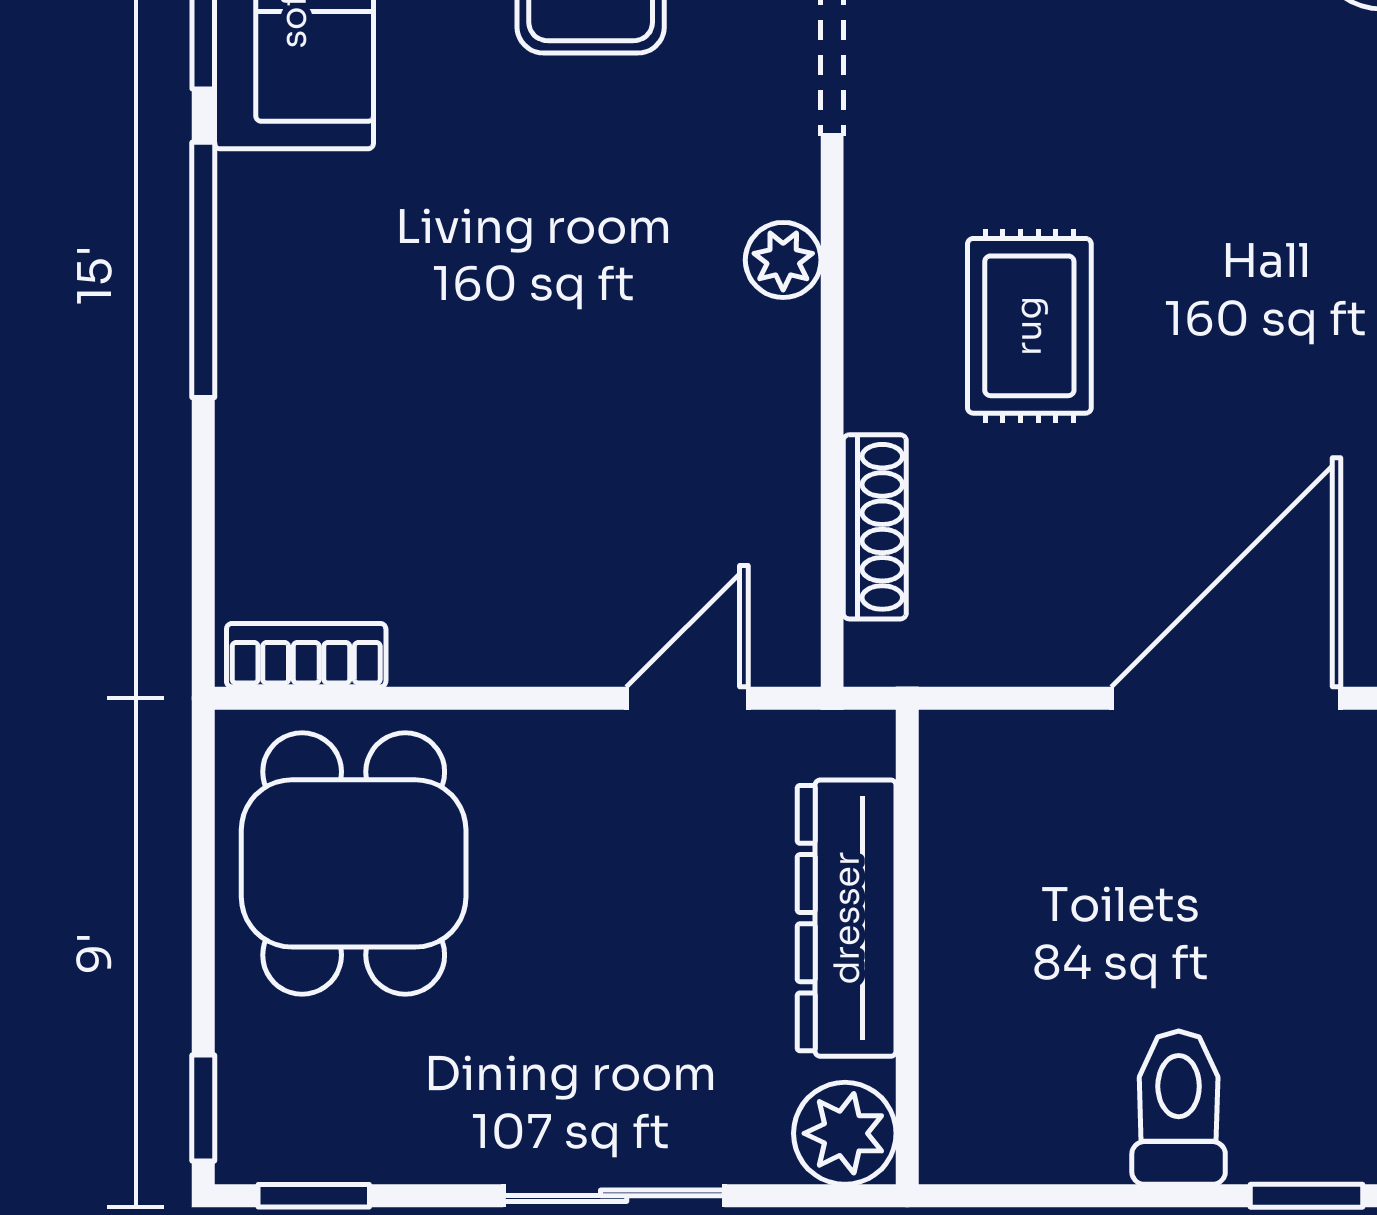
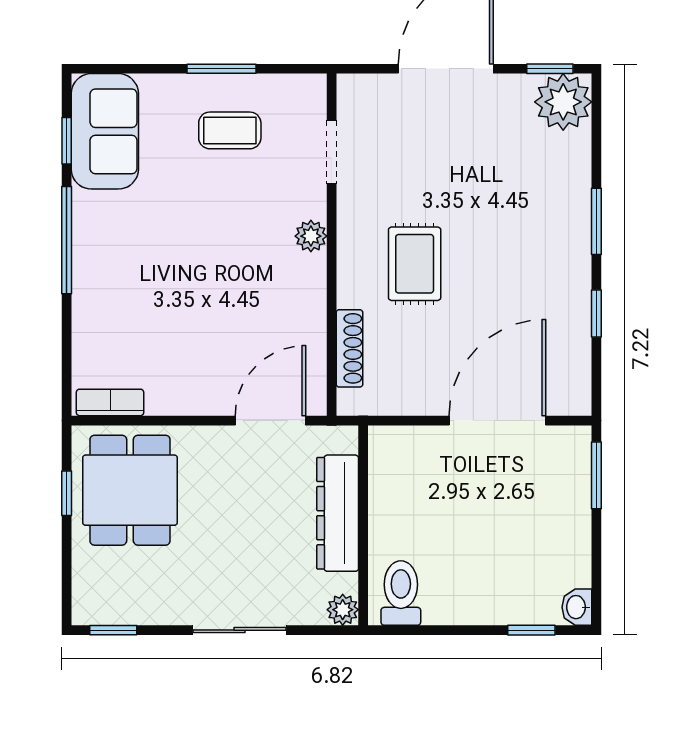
door: (687, 698) -> (270, 421), width x1.38
window: (203, 1108) -> (67, 493), moved
toilet: (1179, 1108) -> (401, 593), moved
plant: (845, 1133) -> (343, 610), width x0.73, depth x0.73

